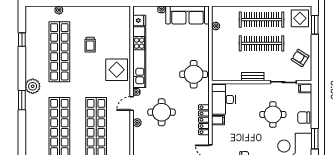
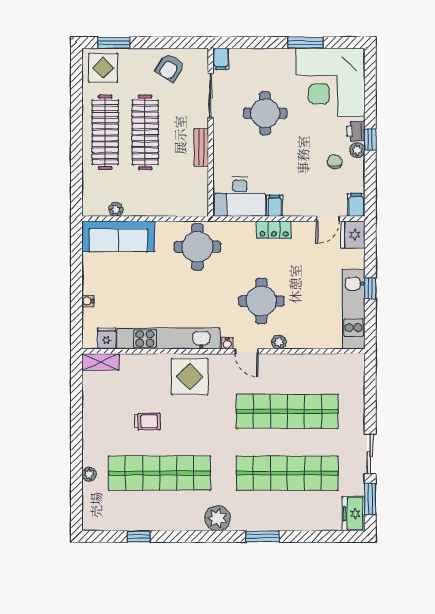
sofa: (187, 15) -> (118, 236), moved, turned 90
shelving: (125, 17) -> (100, 362), added
window: (22, 100) -> (263, 536), moved
chair: (304, 118) -> (270, 61), removed
locker: (204, 120) -> (274, 230), width x0.66

